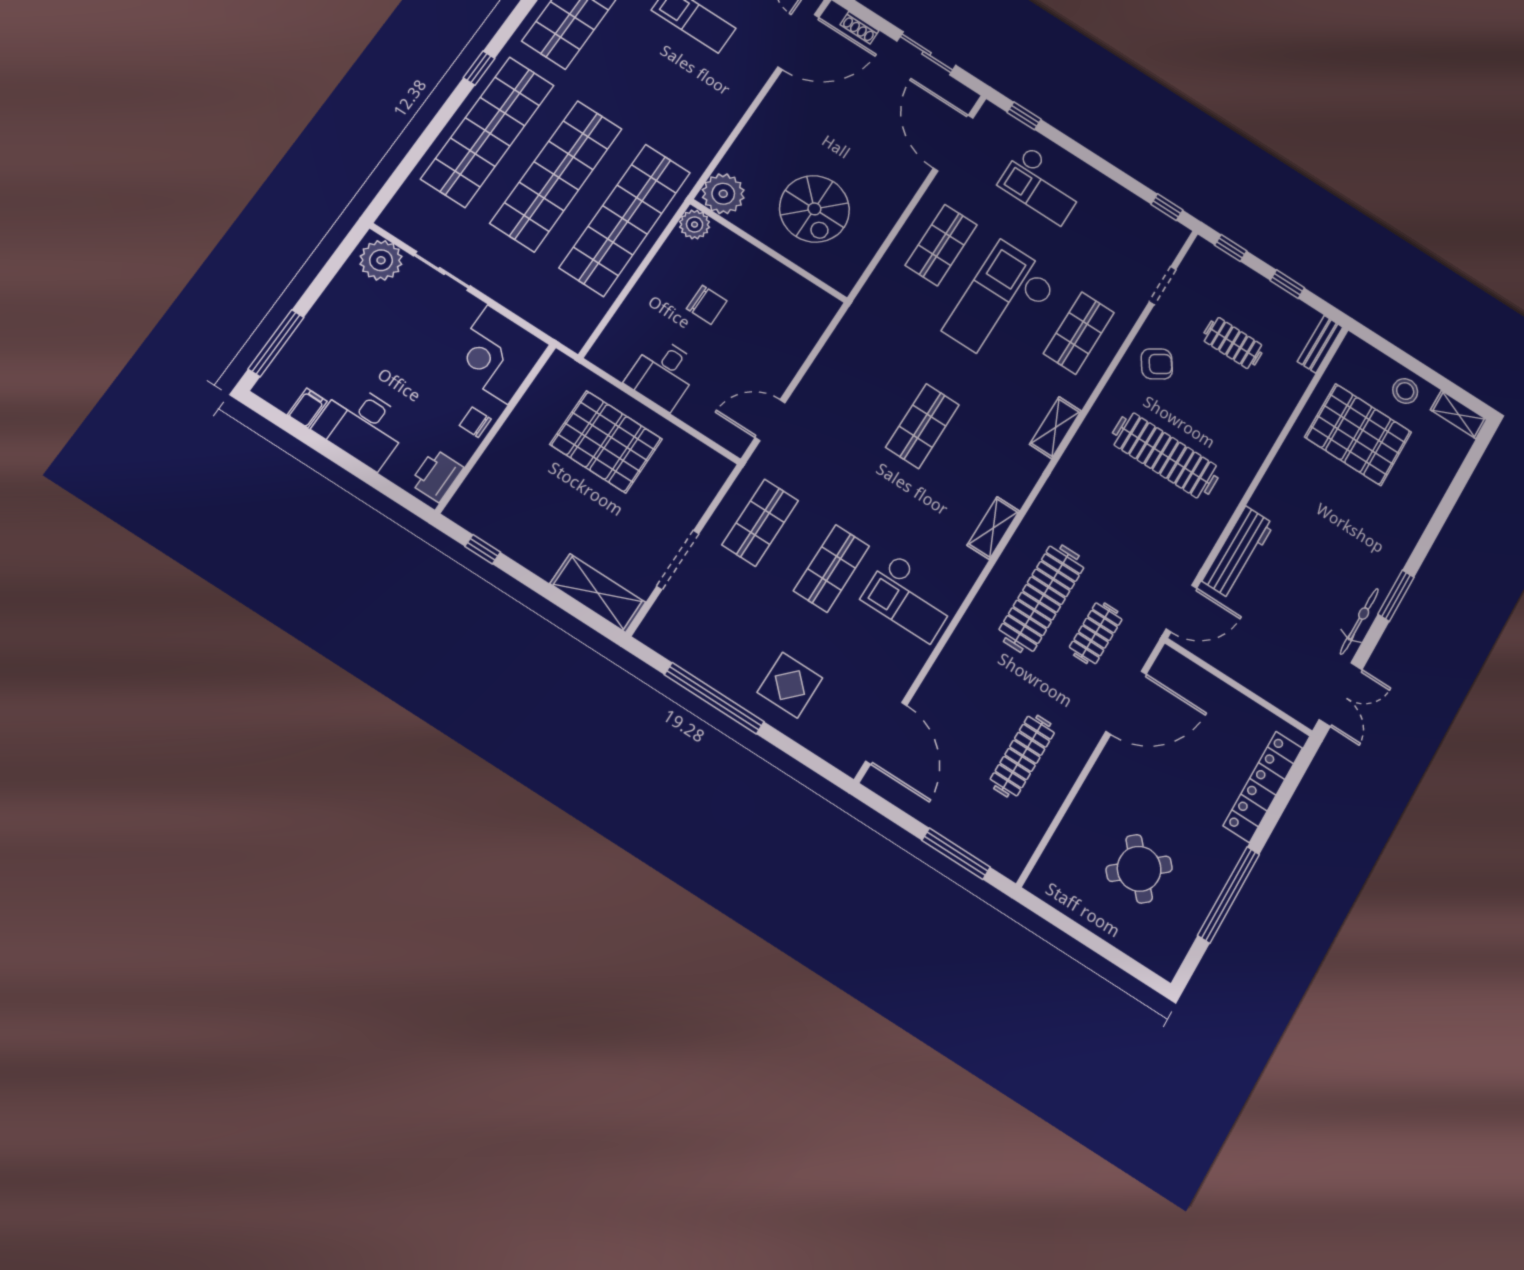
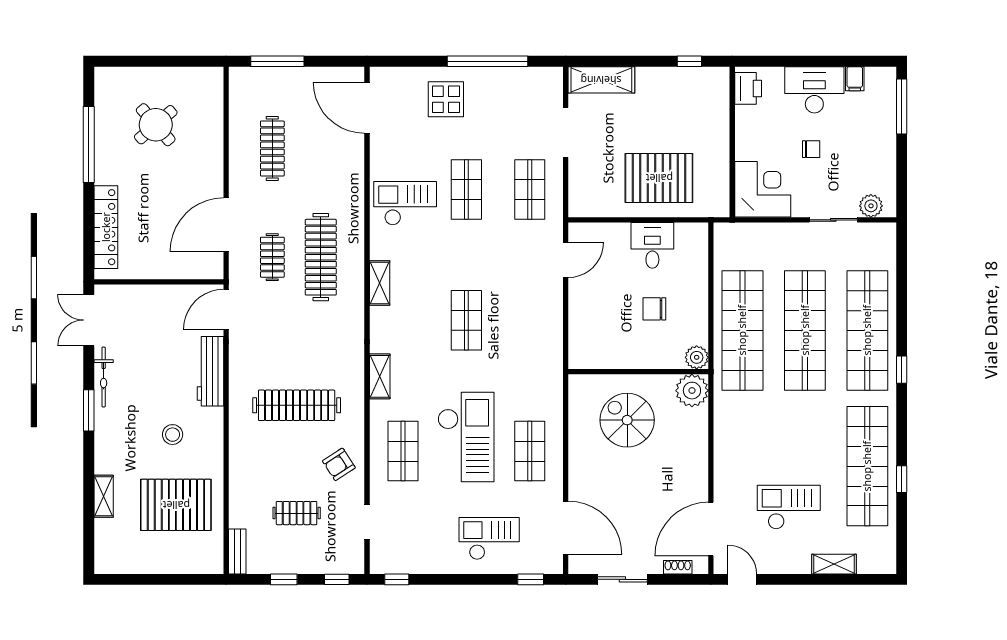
plant: (381, 260) -> (871, 206), width x0.73, depth x0.73
stool: (1405, 391) -> (173, 435), moved
shelving: (1459, 415) -> (104, 496), moved, turned 90
chair: (475, 422) -> (811, 149), moved

